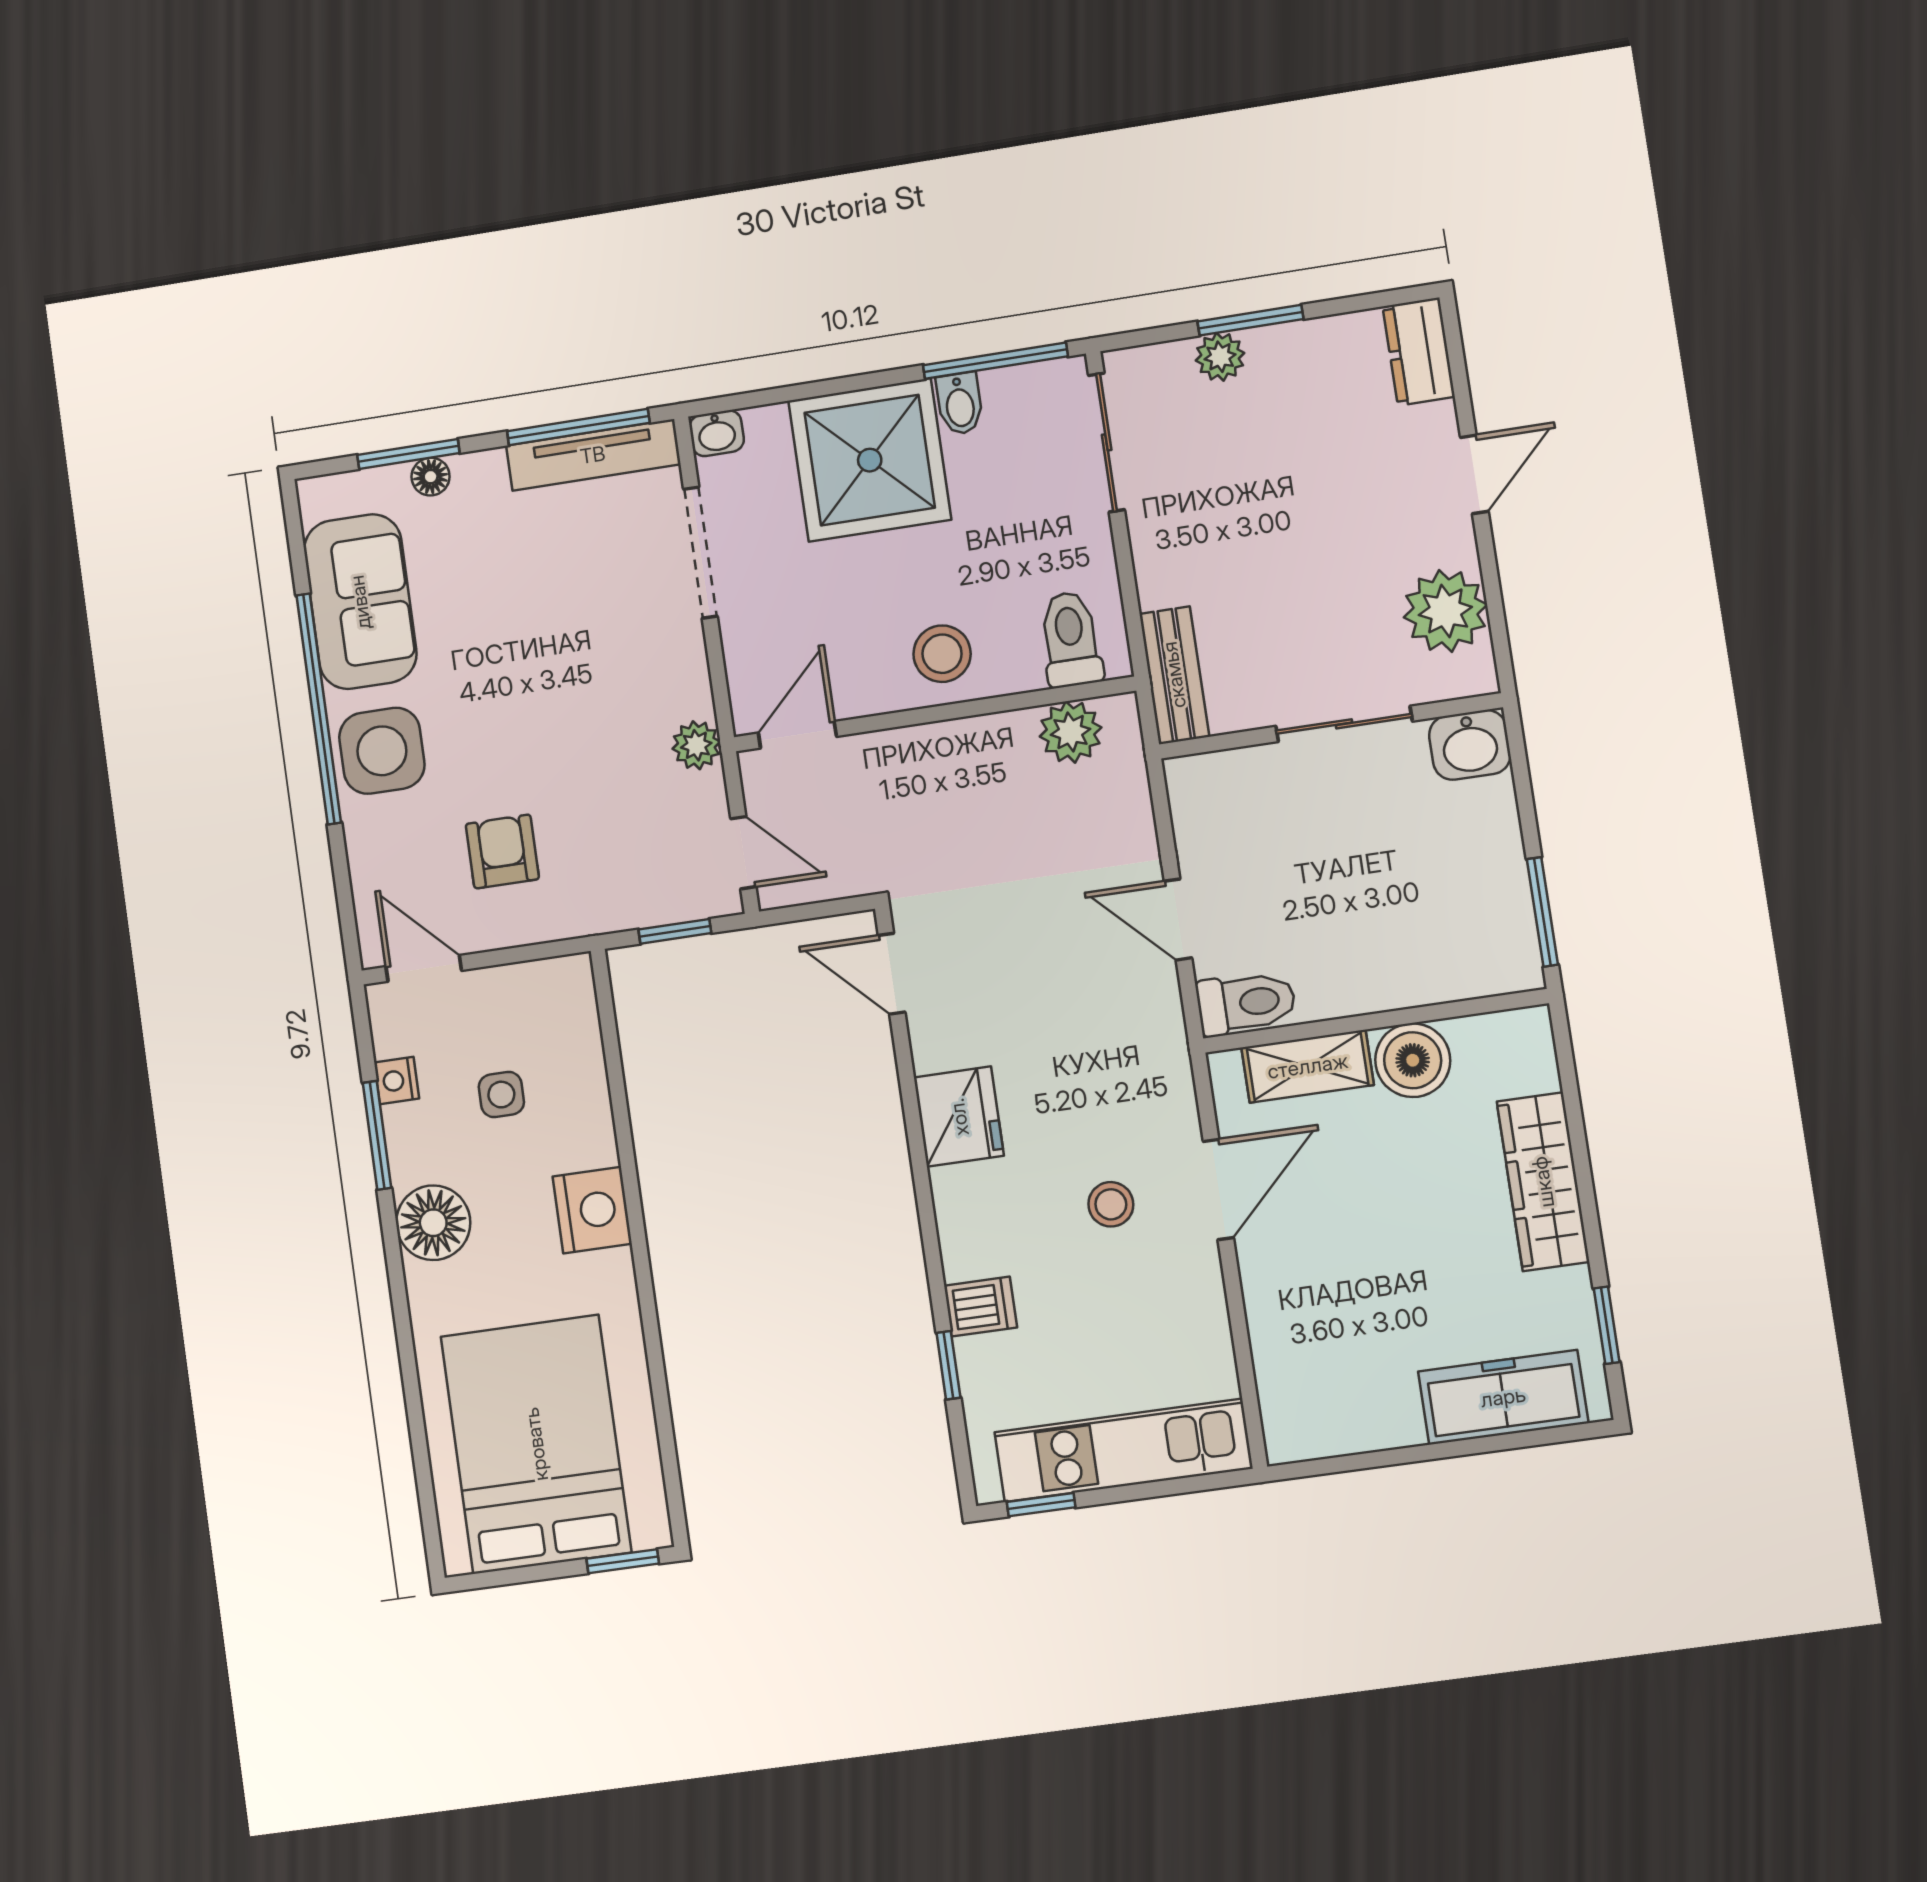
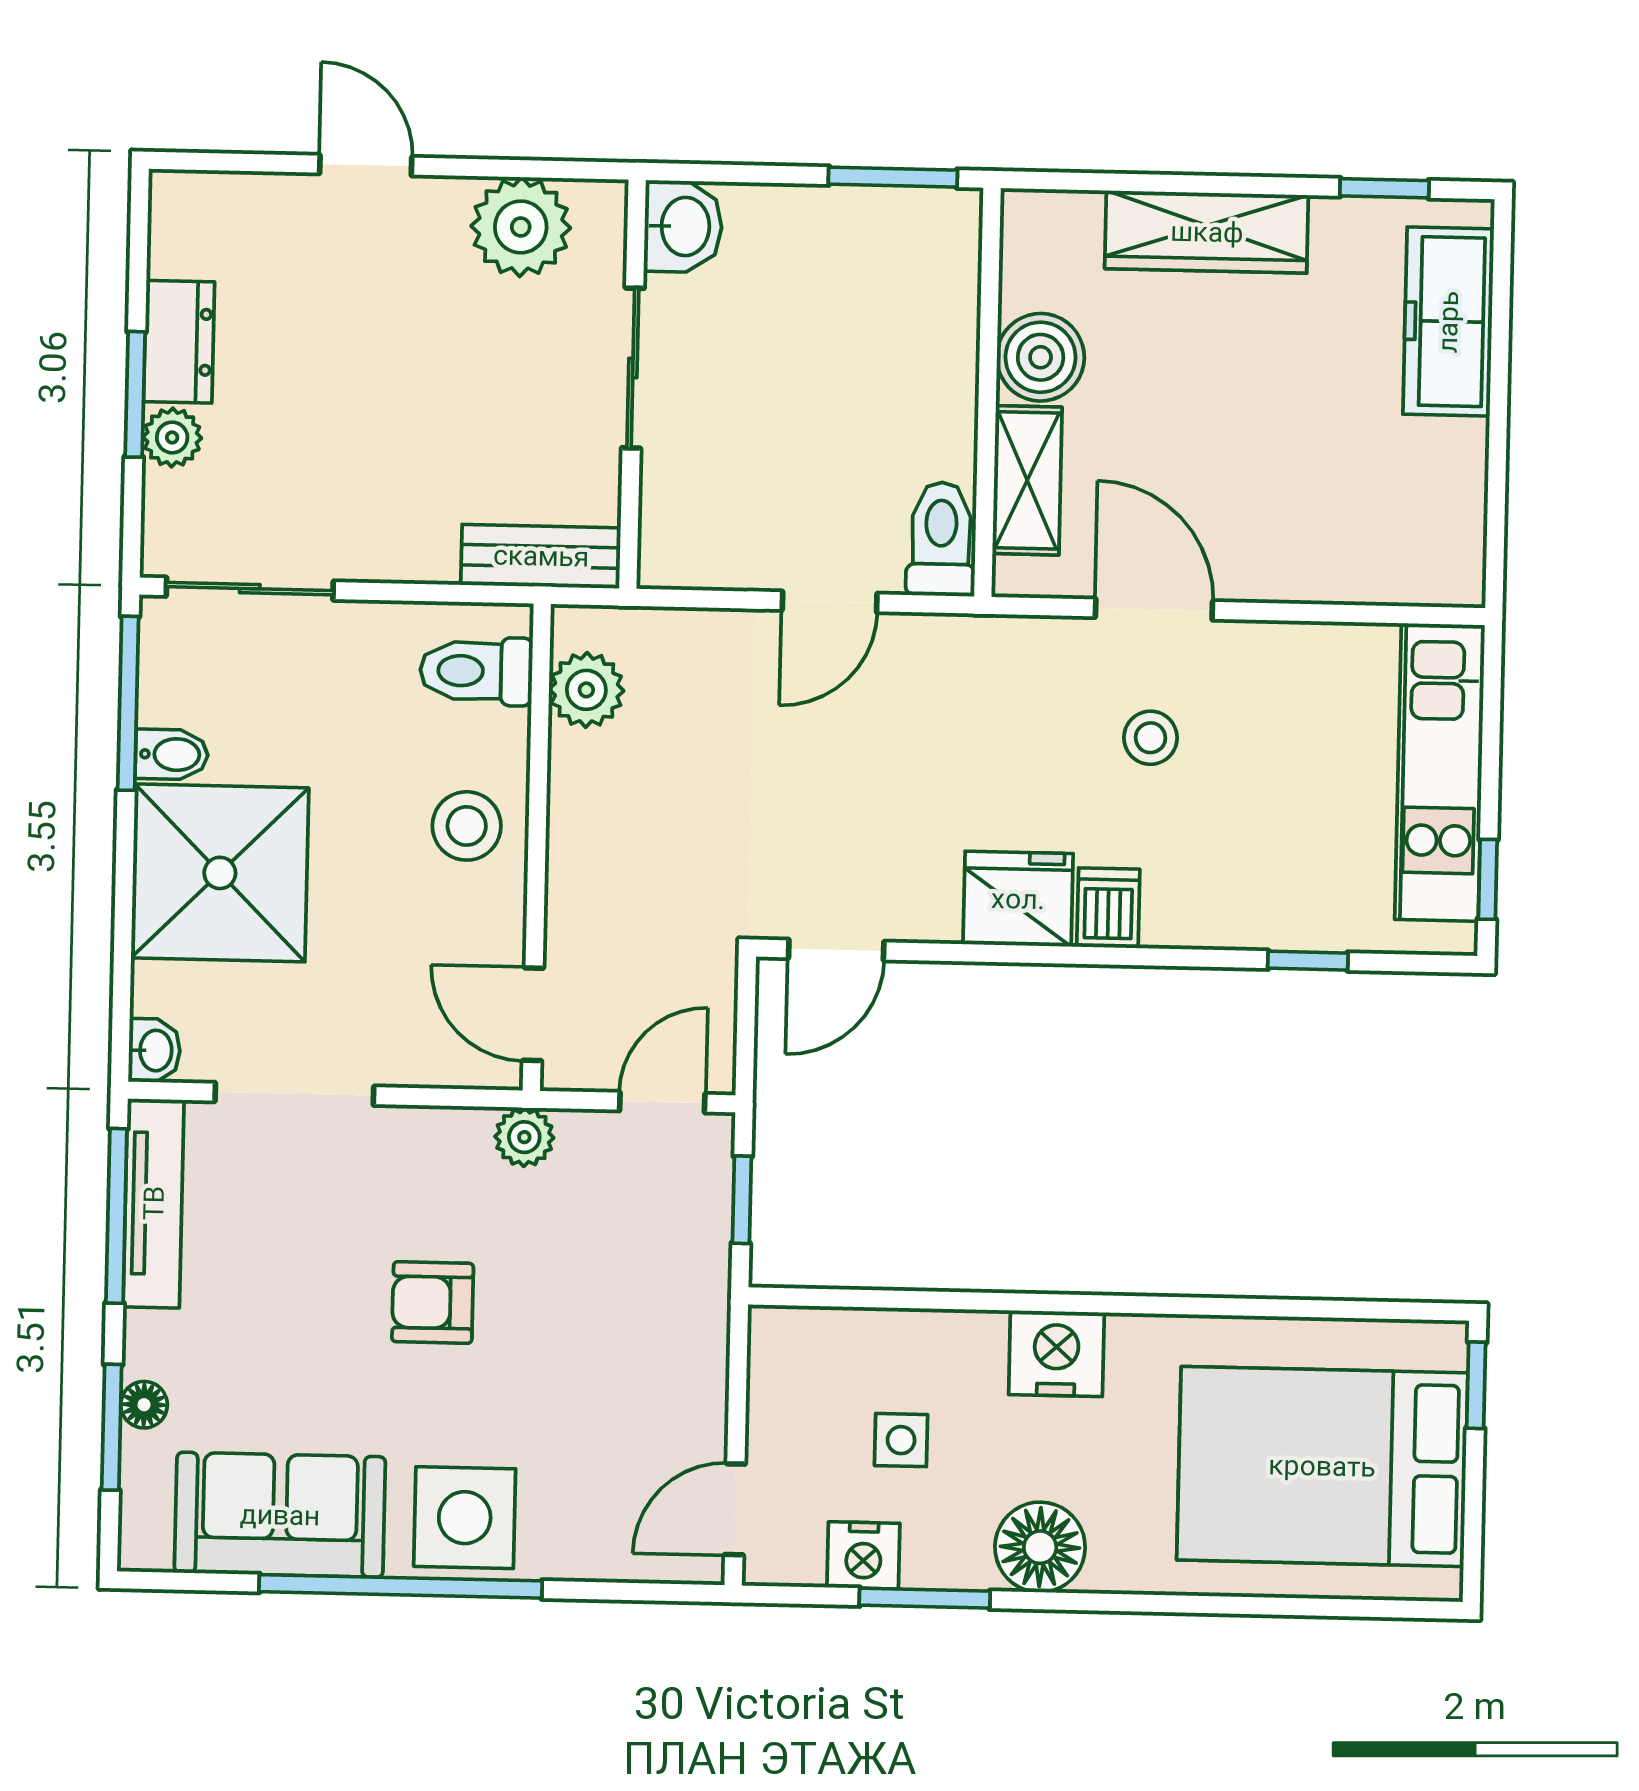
dresser: (1419, 352) -> (179, 342), moved, turned -90
armchair: (502, 851) -> (433, 1303), moved
nightstand: (397, 1081) -> (863, 1555), width x1.39, depth x1.35
dishwasher: (981, 1307) -> (1108, 908), moved

